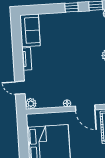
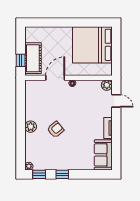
armchair: (82, 54) -> (55, 129), added
door: (85, 108) -> (55, 78), hinge flipped

